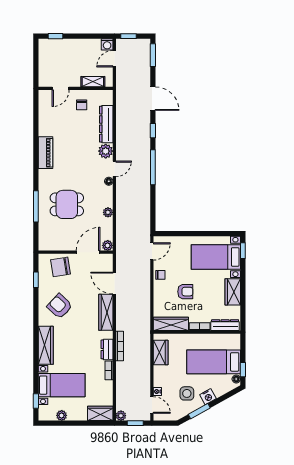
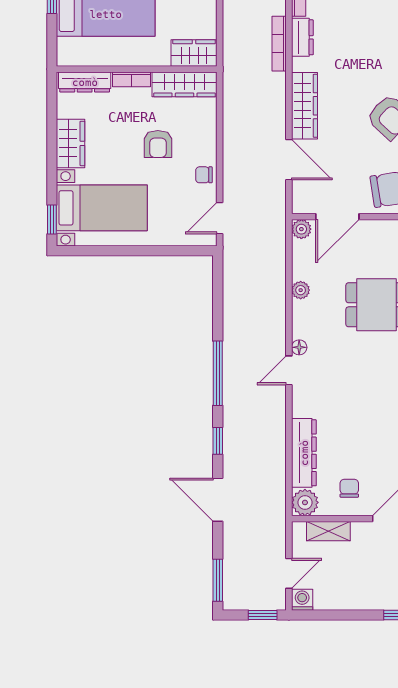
plant: (106, 151) -> (305, 502), moved
armchair: (185, 292) -> (158, 144), turned -90
wardrobe: (161, 352) -> (194, 53), moved, turned 90

